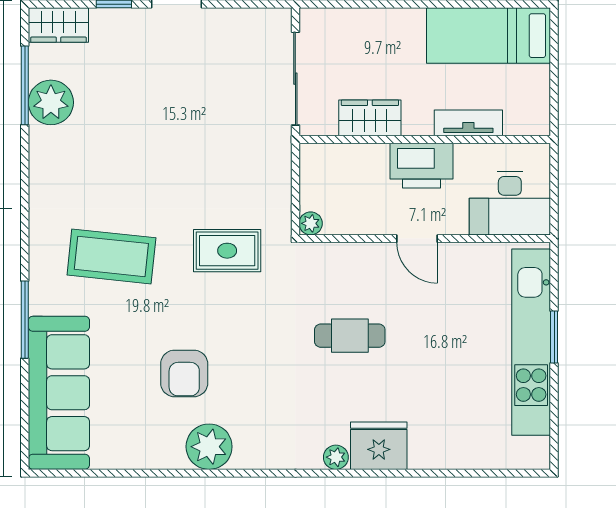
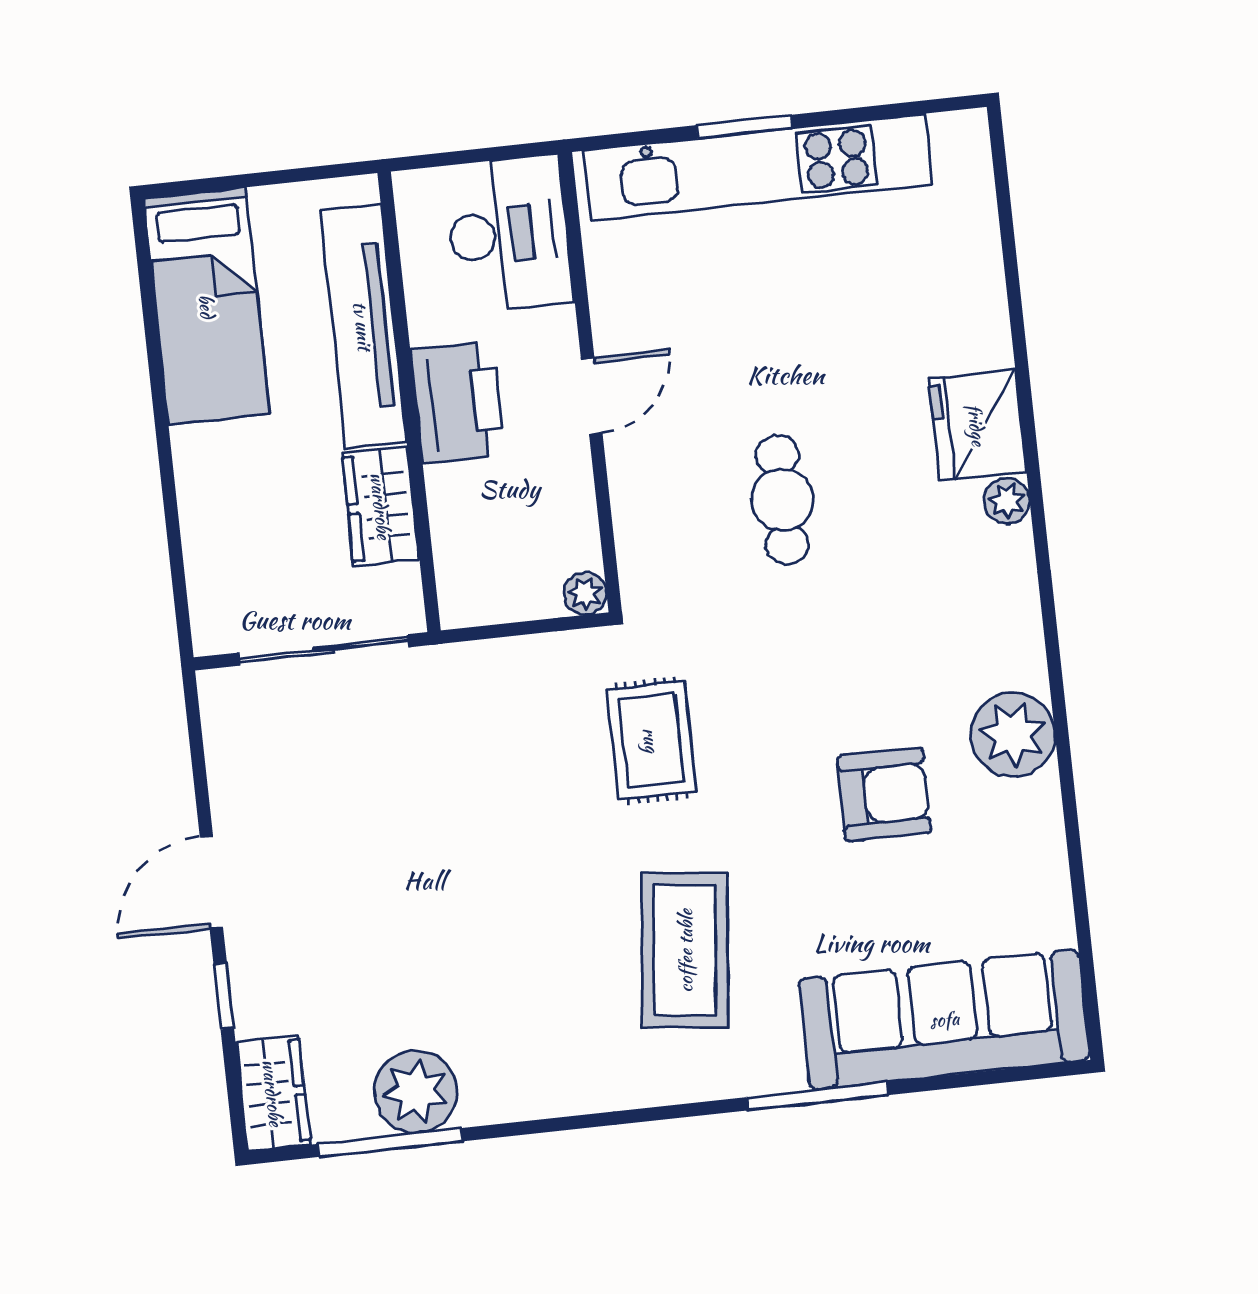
tv unit: (468, 123) -> (363, 326), width x1.92, depth x1.29

